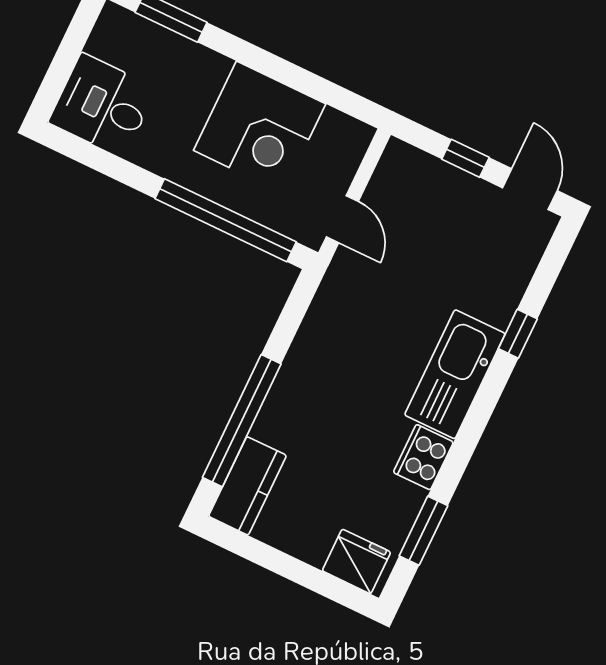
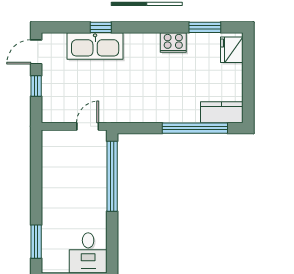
corner desk: (260, 127) -> (65, 181), removed
kitchen sink: (455, 374) -> (95, 46), moved

